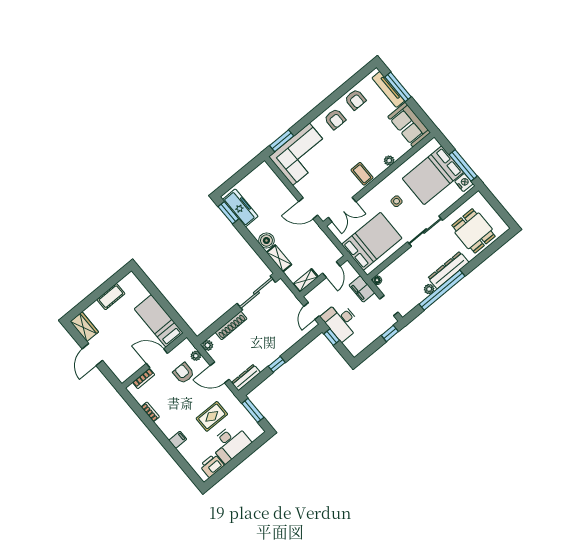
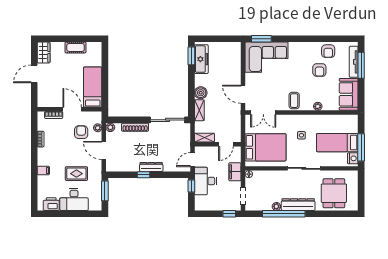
armchair: (335, 119) -> (319, 70), moved
bed: (433, 175) -> (337, 143), width x0.67
dresser: (246, 378) -> (151, 167), moved

